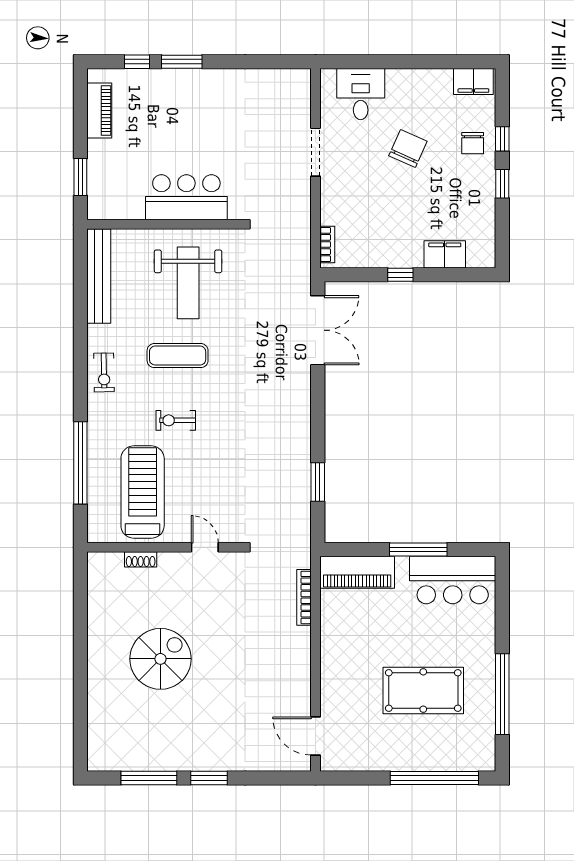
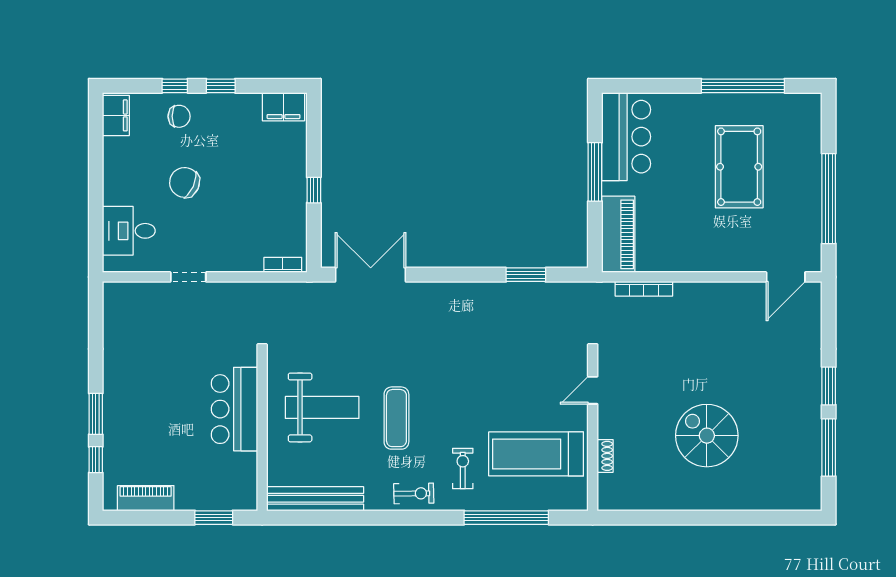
doorway: (316, 152) -> (188, 277), width x0.73
filing cabinet: (445, 254) -> (283, 107), moved, turned -90
exercise bike: (176, 420) -> (463, 468), moved, turned 180
window: (434, 778) -> (829, 199), moved

